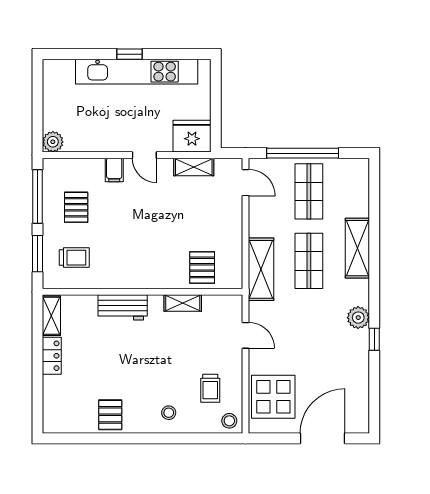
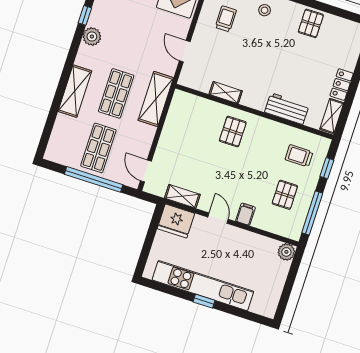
window: (38, 254) -> (327, 168), width x0.67
pallet: (202, 267) -> (233, 132), moved
workbench: (123, 307) -> (287, 109), moved

